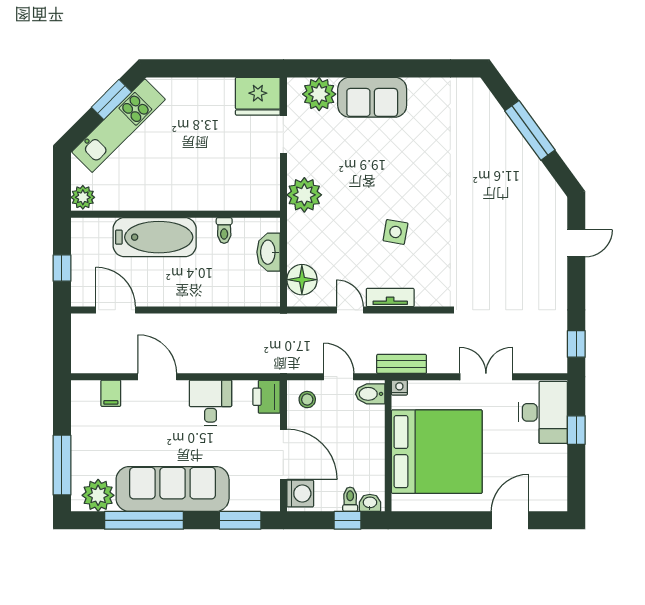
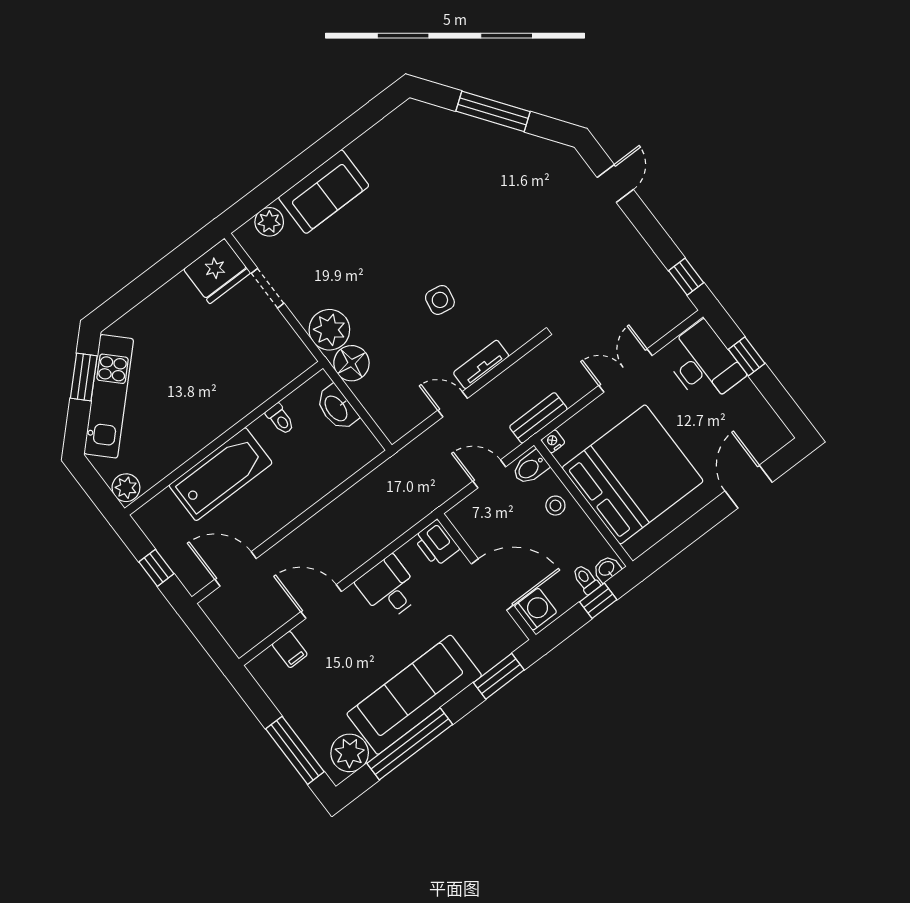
plant: (319, 94) -> (269, 222), width x0.73, depth x0.73
floor lamp: (302, 280) -> (351, 363), moved
stool: (307, 400) -> (555, 506), moved

